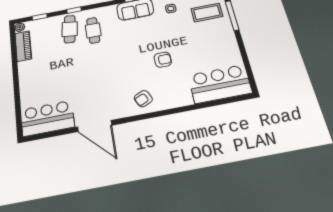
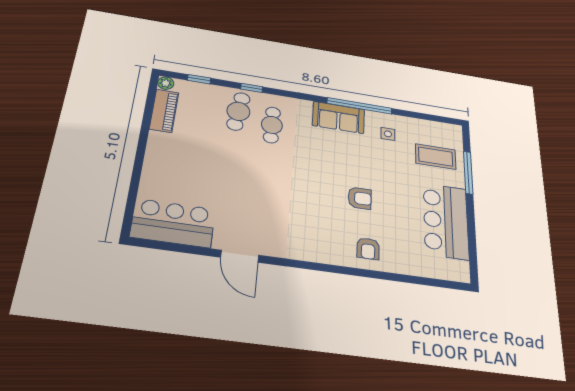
bar counter: (220, 84) -> (446, 221), moved, turned -90
armchair: (143, 99) -> (368, 249), moved, turned -65
door: (95, 126) -> (240, 256), width x0.73

